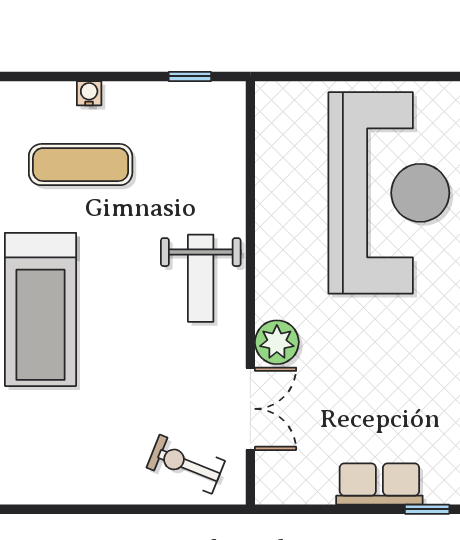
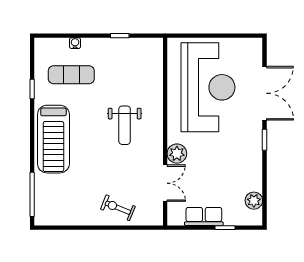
wall: (250, 293) -> (165, 132), moved
plant: (277, 342) -> (177, 154), moved
double door: (250, 409) -> (165, 183), moved

